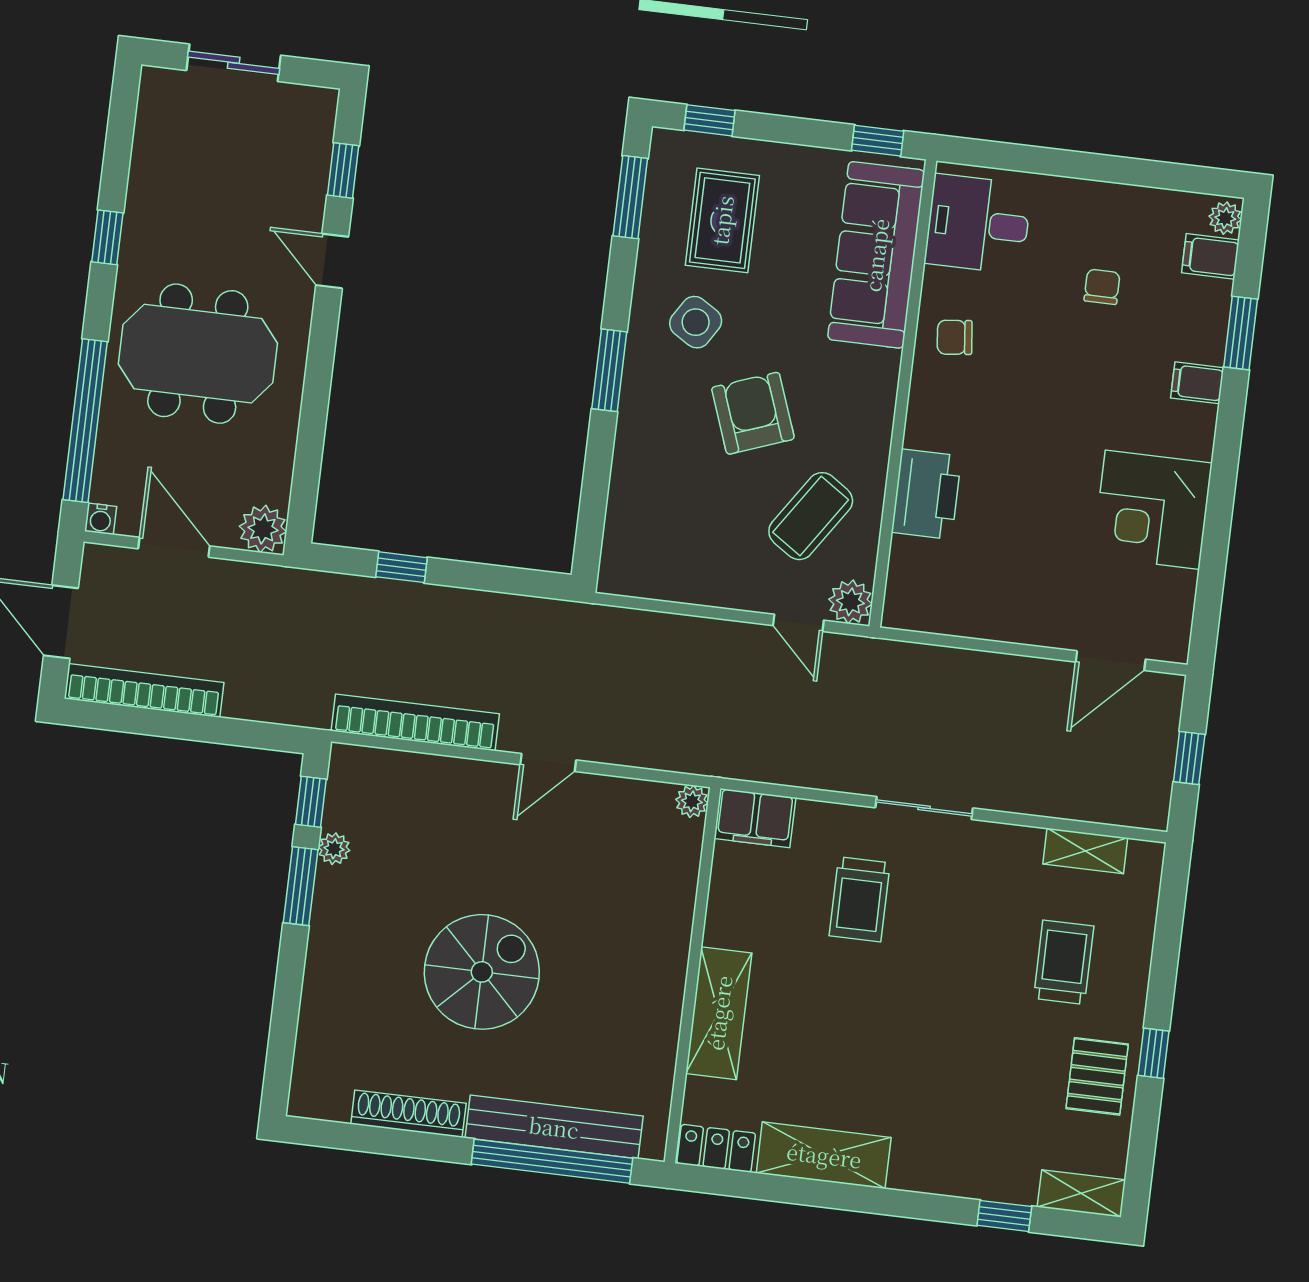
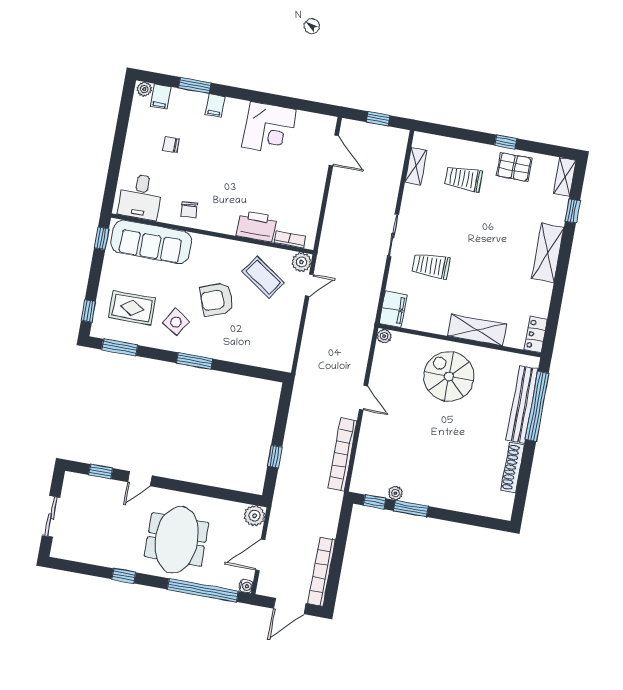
bookcase: (900, 572) -> (290, 240), added
trolley: (860, 899) -> (431, 266), turned 180
spiral stairs: (482, 972) -> (449, 376), moved
shelving: (824, 1155) -> (548, 253), moved

